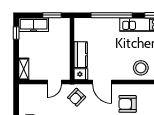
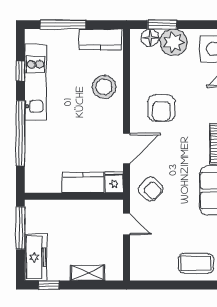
window: (52, 15) -> (20, 228), width x1.44
shelving: (24, 69) -> (88, 273), moved

